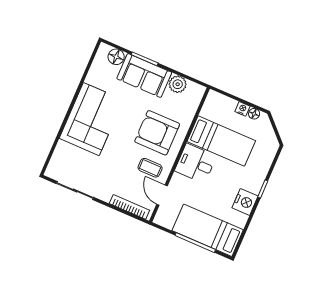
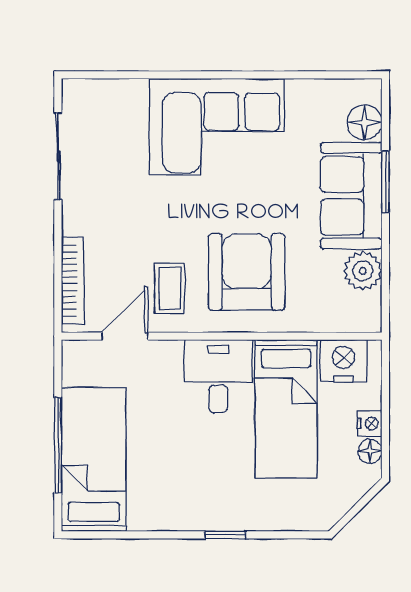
nightstand: (245, 202) -> (343, 361), moved, turned 180

